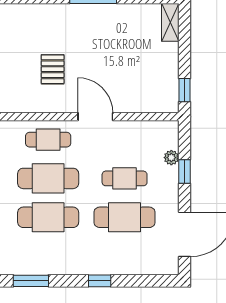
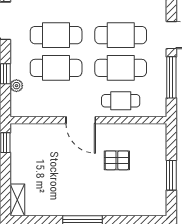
pallet: (53, 69) -> (117, 160), turned 90
cafe table: (125, 178) -> (56, 68), width x1.37, depth x1.35

